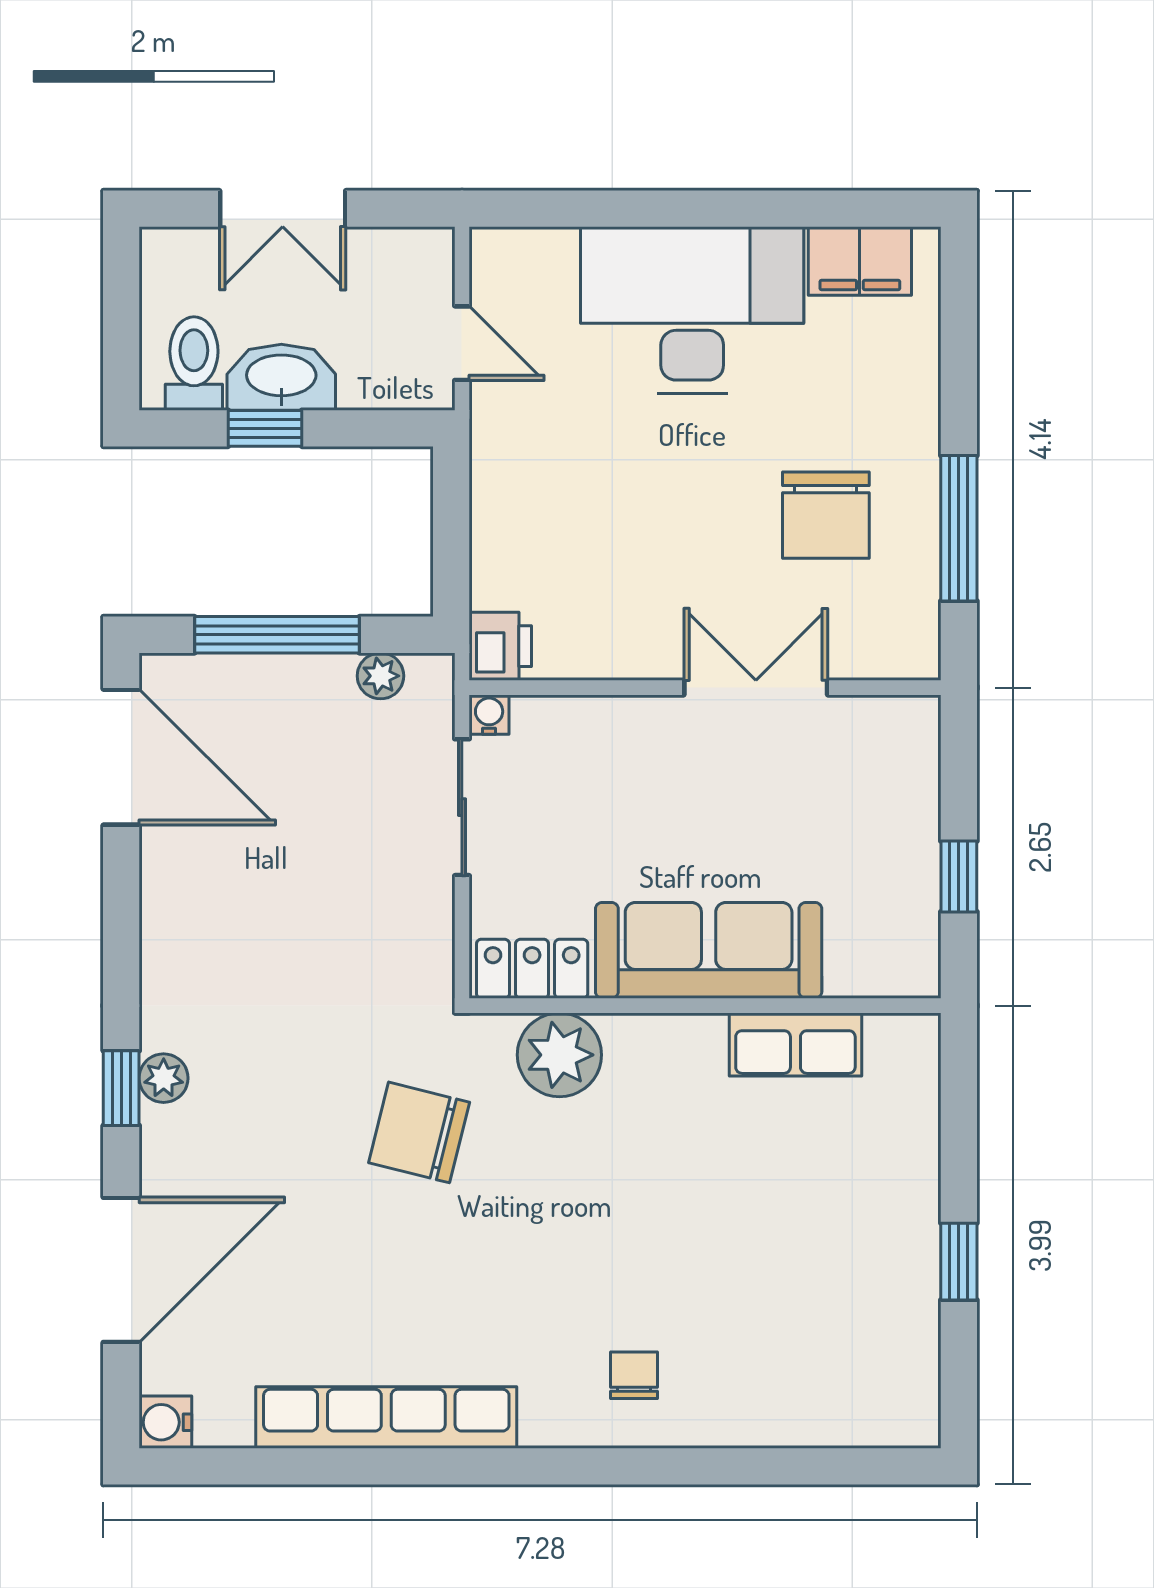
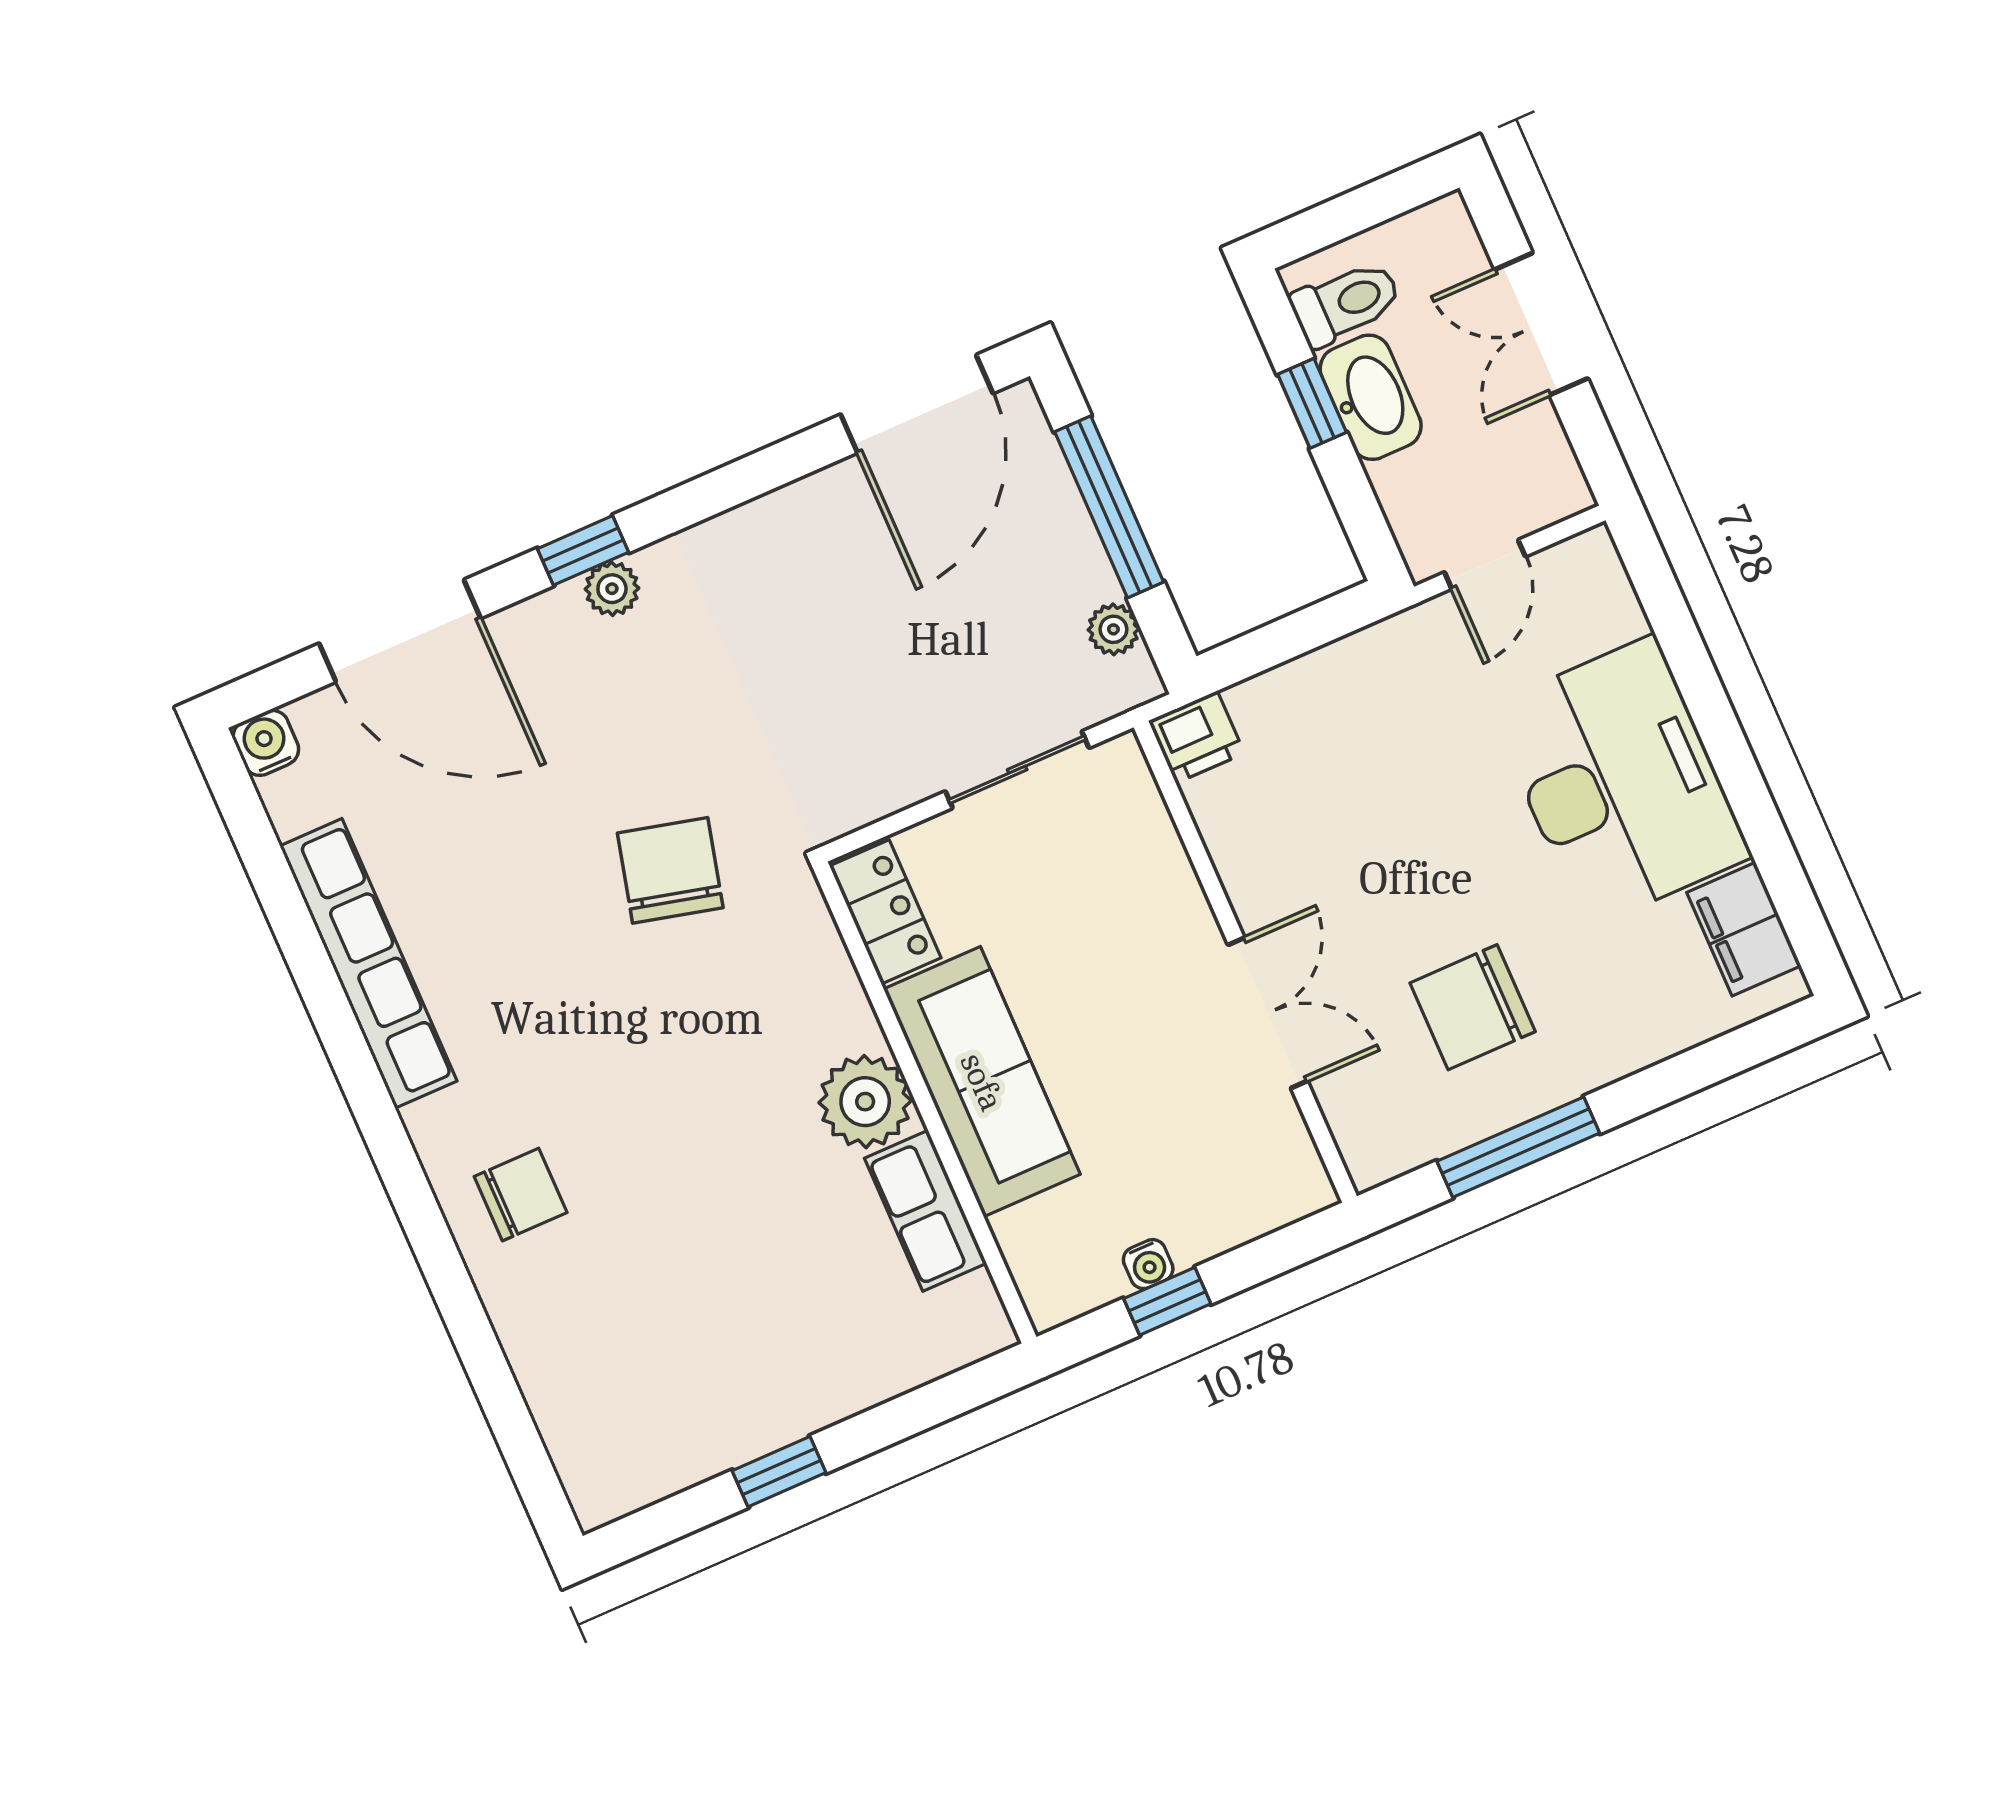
water cooler: (489, 715) -> (1148, 1264), moved, turned 90
plant: (559, 1055) -> (865, 1102), moved
chair: (634, 1375) -> (521, 1194), width x1.37, depth x1.37

